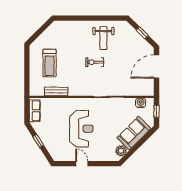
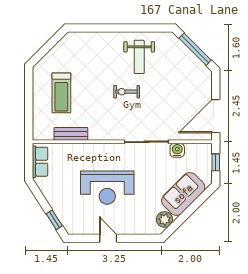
window: (142, 33) -> (195, 49), width x2.17
door: (156, 66) -> (216, 116), moved
water cooler: (141, 103) -> (177, 150), moved
reception desk: (81, 129) -> (107, 188), turned 90
window: (38, 141) -> (54, 220), moved

